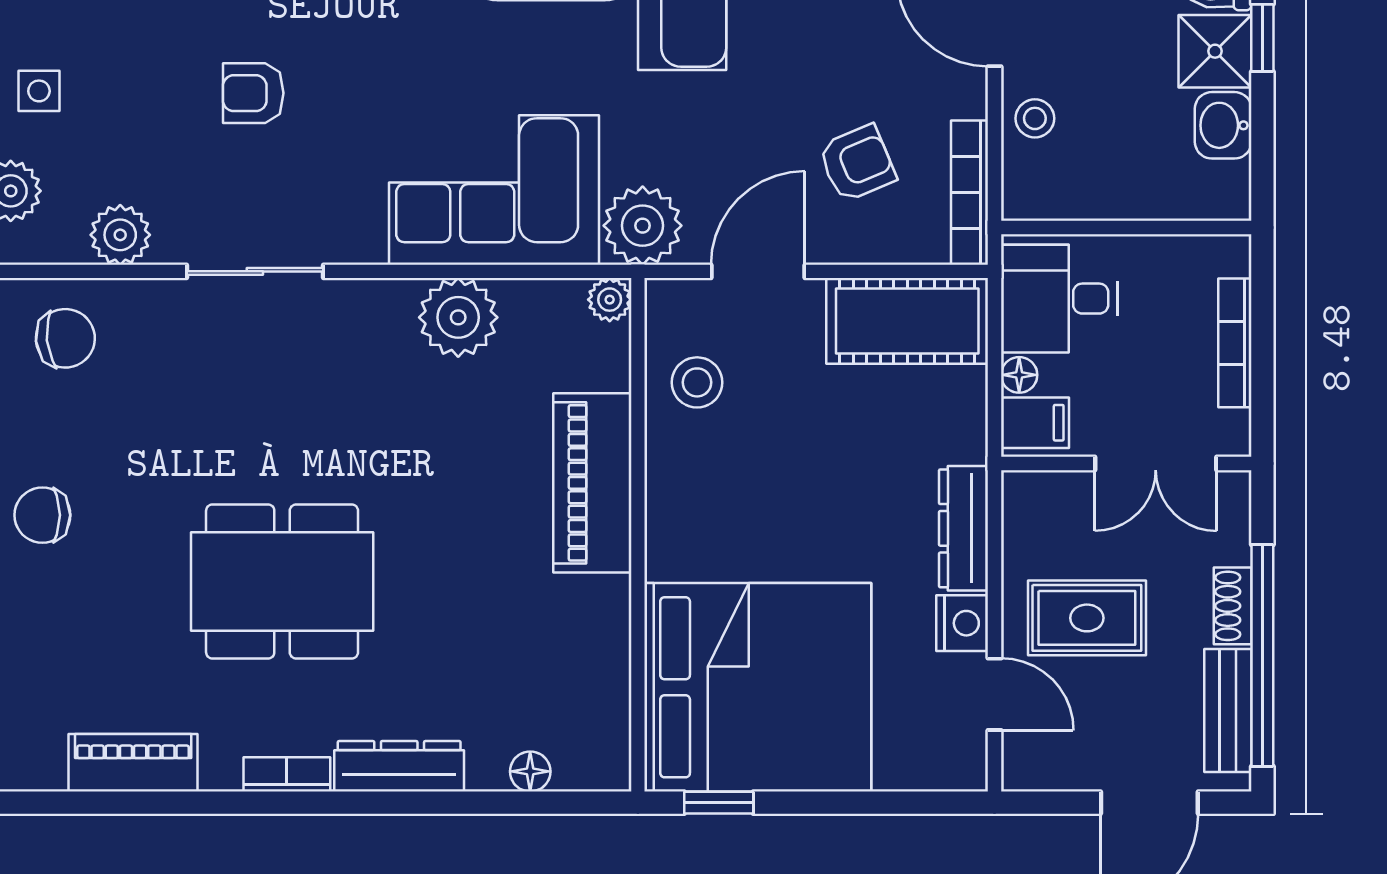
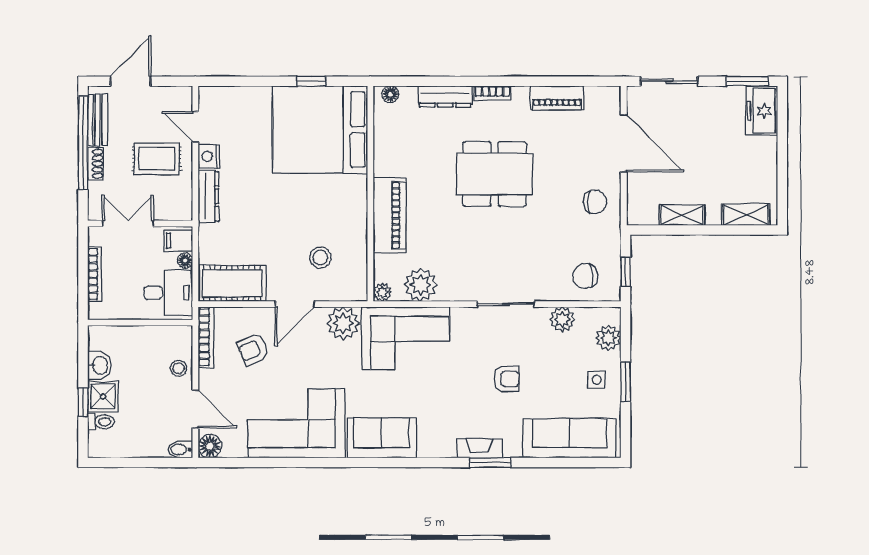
plant: (610, 300) -> (382, 292), moved
piano: (592, 483) -> (390, 215), moved
wall: (638, 535) -> (370, 194), moved
bed: (758, 687) -> (320, 130), moved

